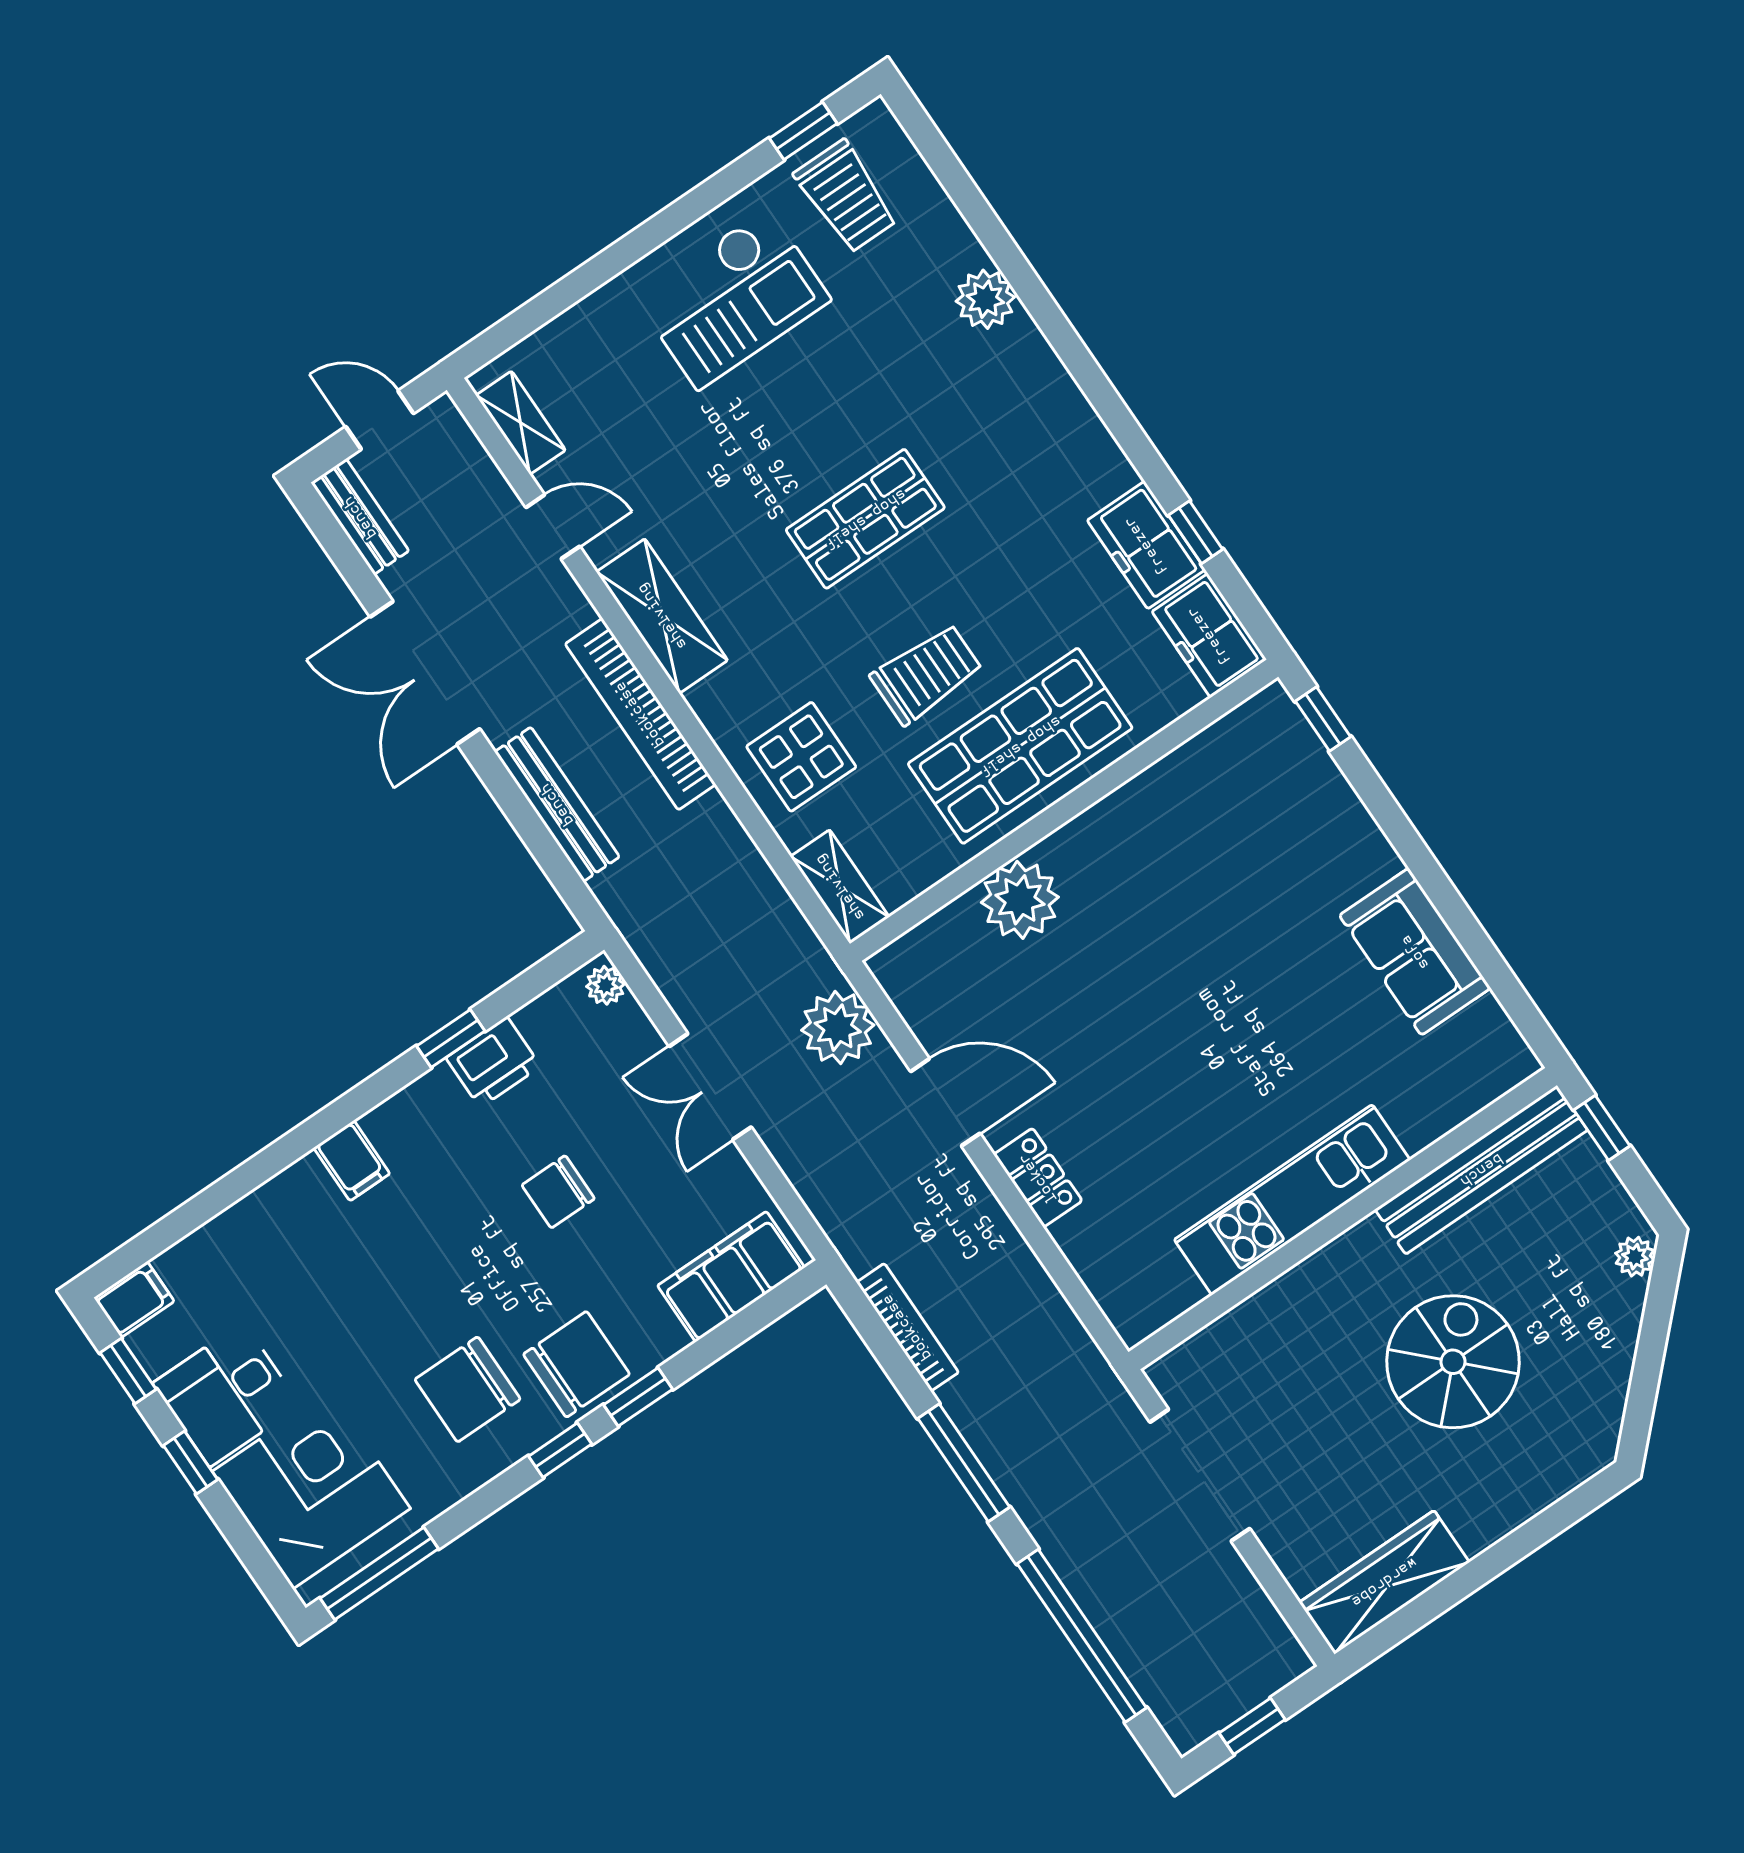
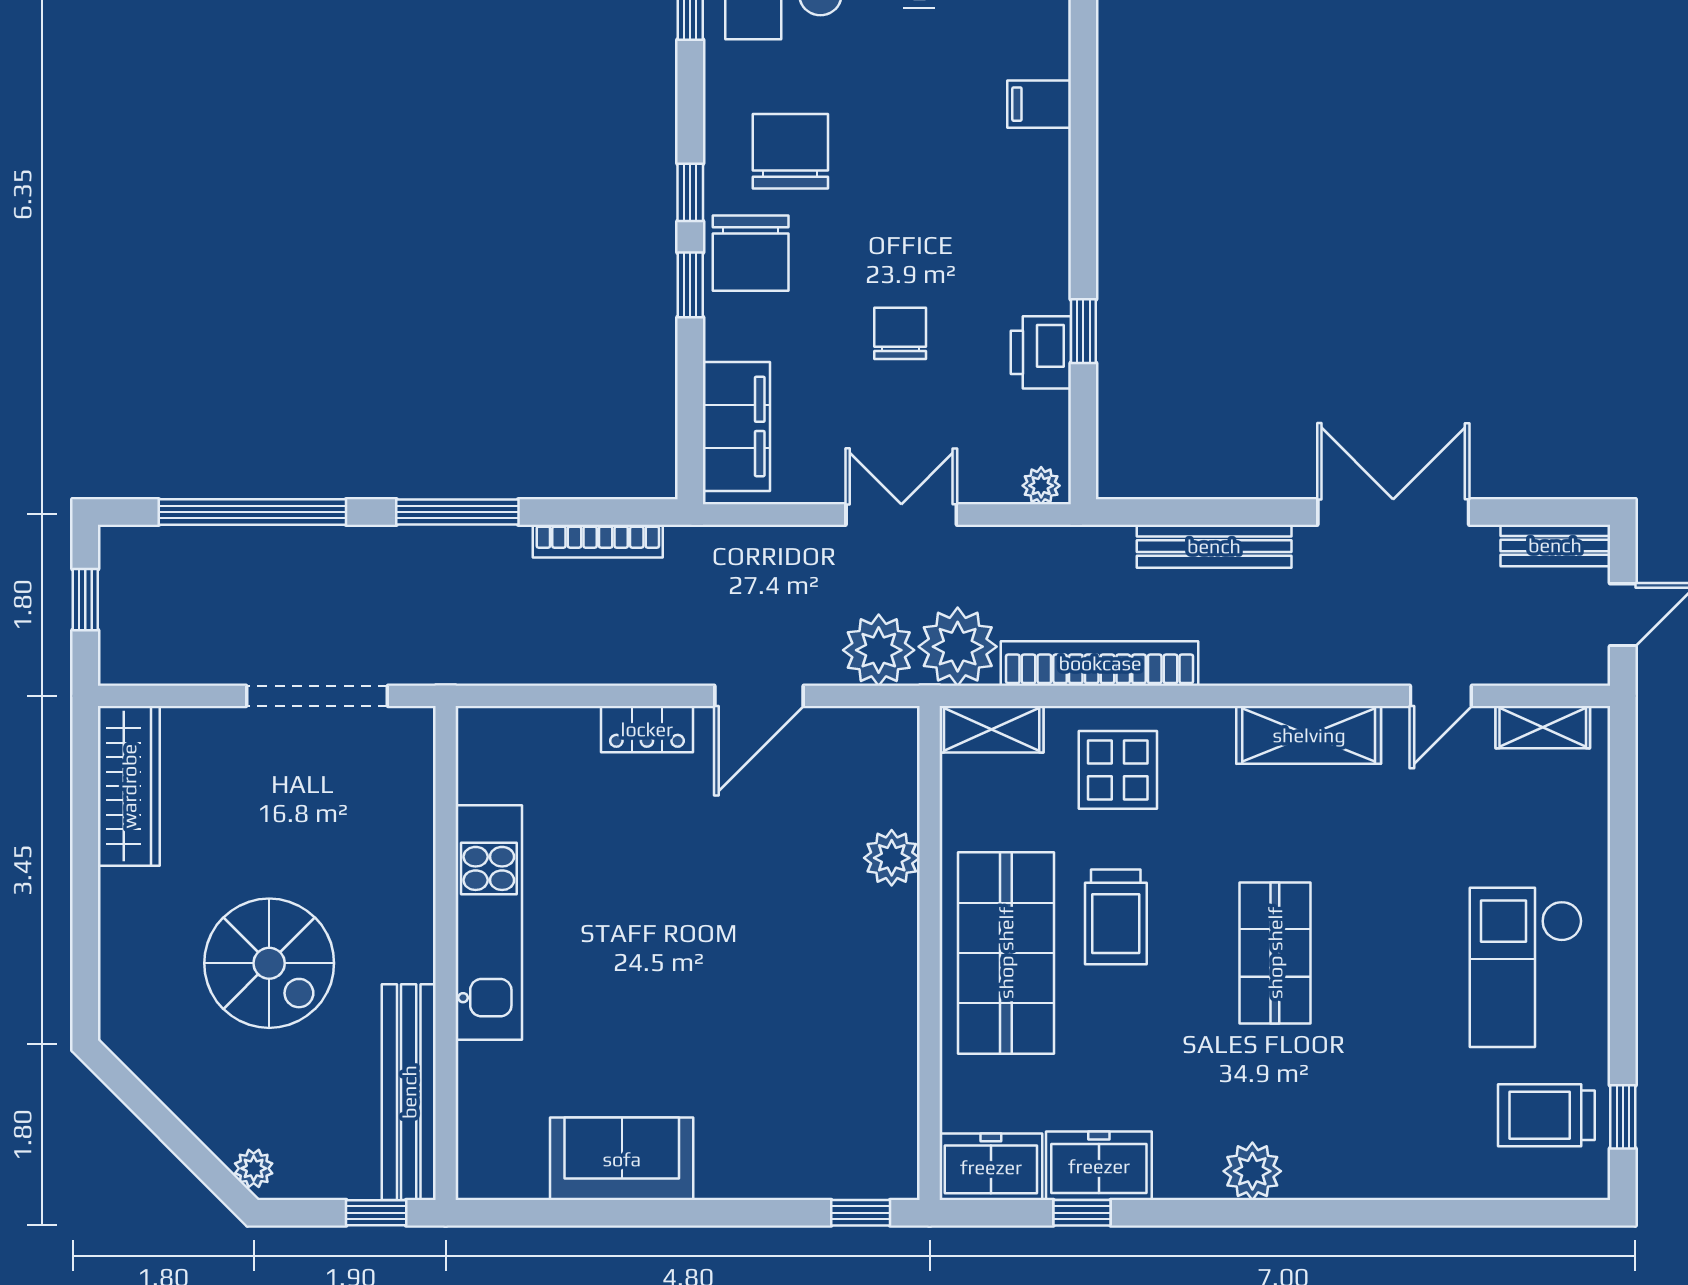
plant: (985, 299) -> (1252, 1171), moved
bookcase: (640, 714) -> (1100, 663), moved
plant: (1020, 900) -> (892, 858), width x0.73, depth x0.73
plant: (789, 963) -> (958, 647), added
filing cabinet: (352, 1161) -> (1039, 104), moved

